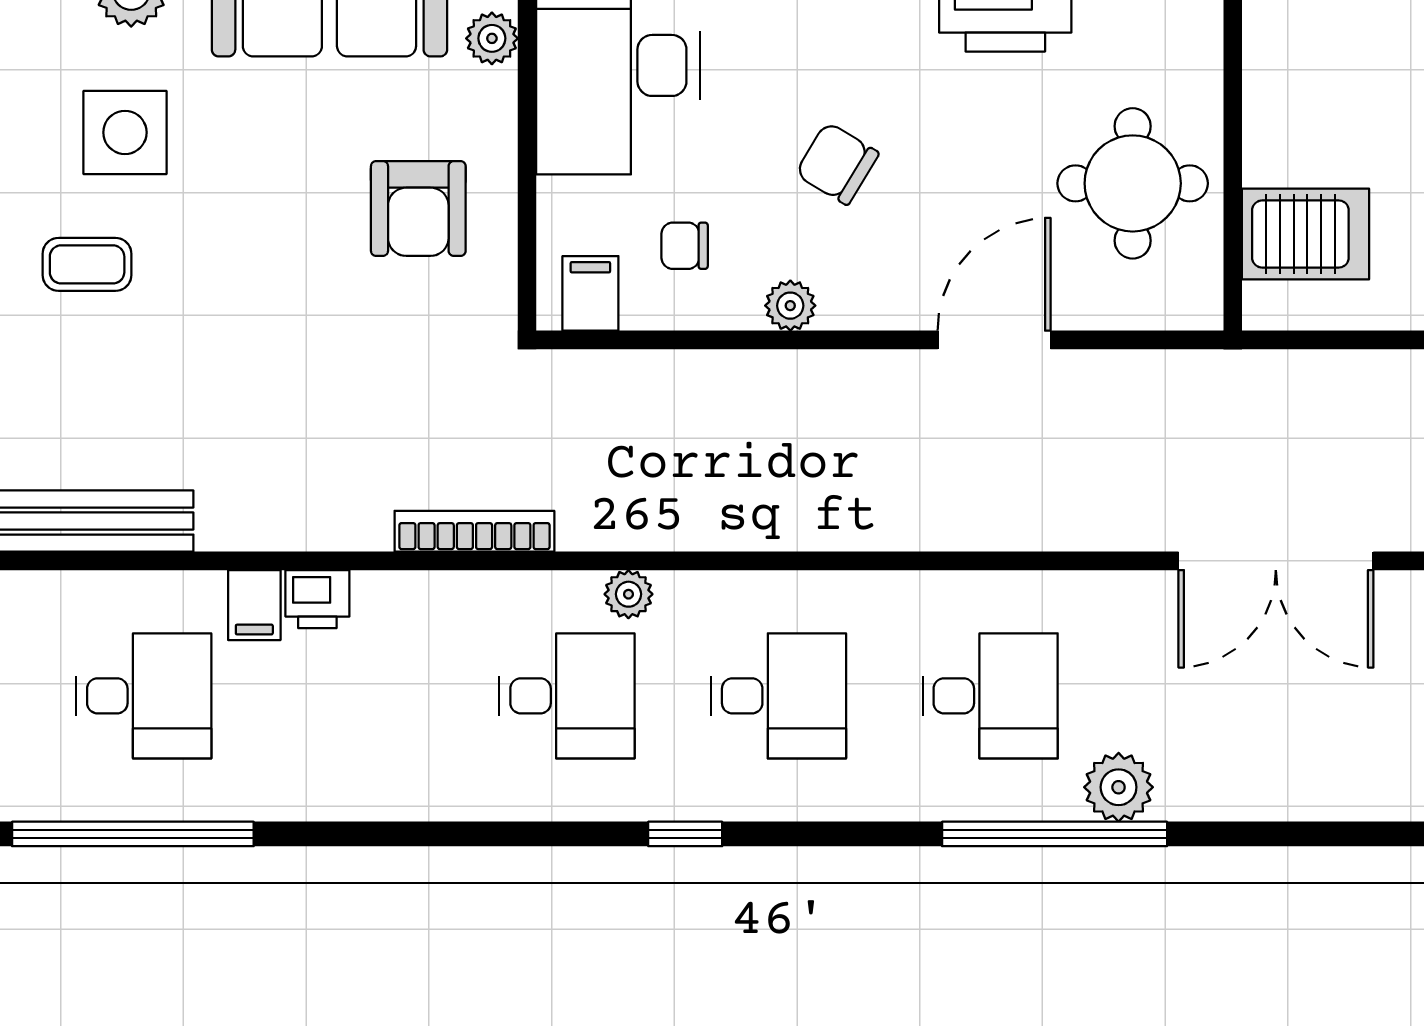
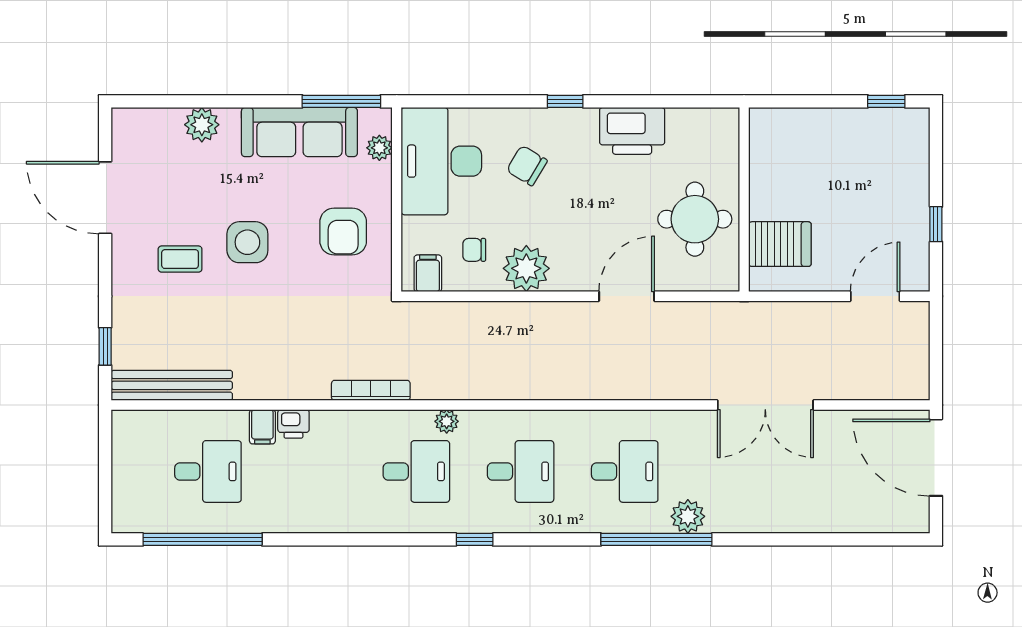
side table: (125, 132) -> (247, 242), moved
chair: (837, 164) -> (527, 166), moved
plant: (790, 306) -> (526, 268), width x1.87, depth x1.87

